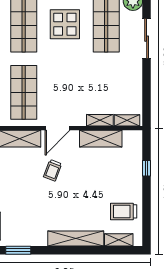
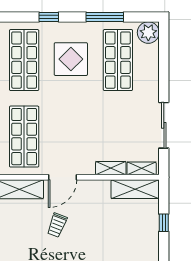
sliding door: (147, 39) -> (164, 125), moved
shelving: (101, 139) -> (135, 189), moved

